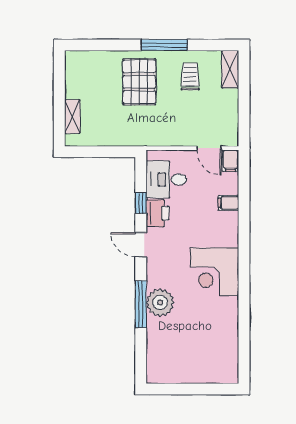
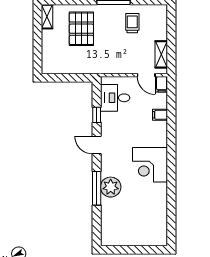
shelving: (230, 69) -> (161, 54), moved
pallet: (139, 82) -> (81, 29), moved
shelving: (72, 117) -> (47, 17), moved
printer: (157, 213) -> (109, 122), removed

